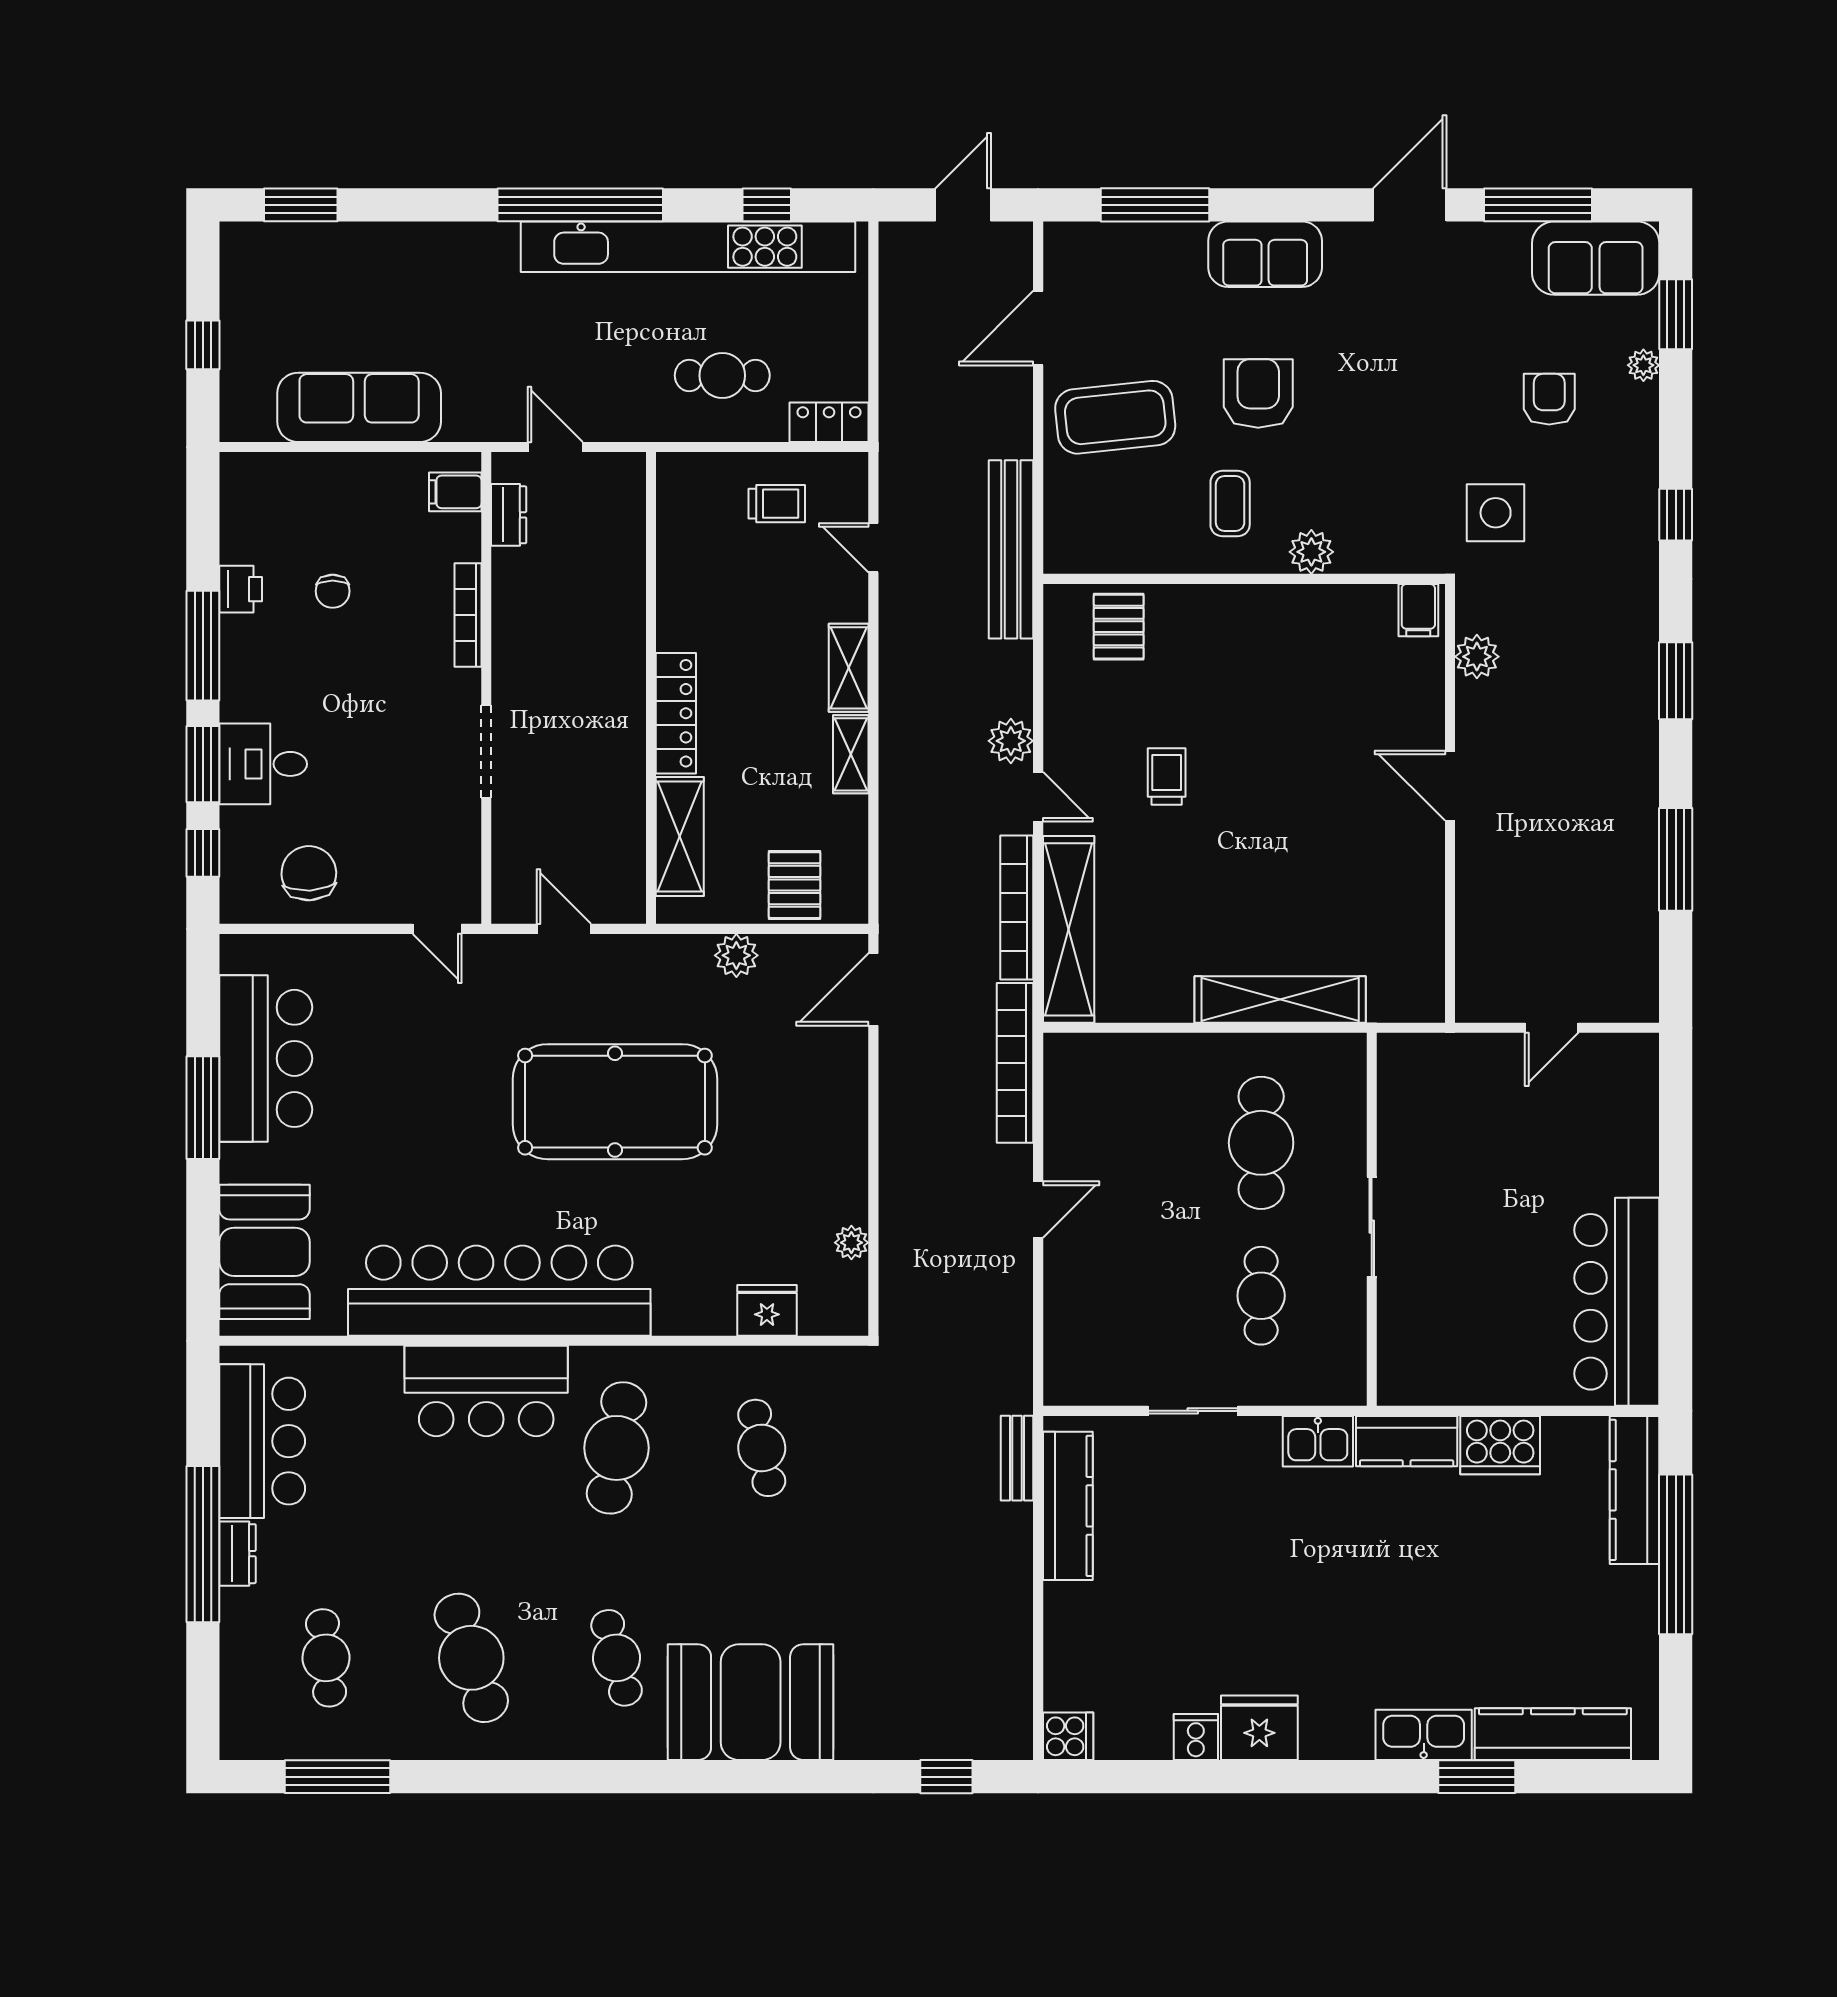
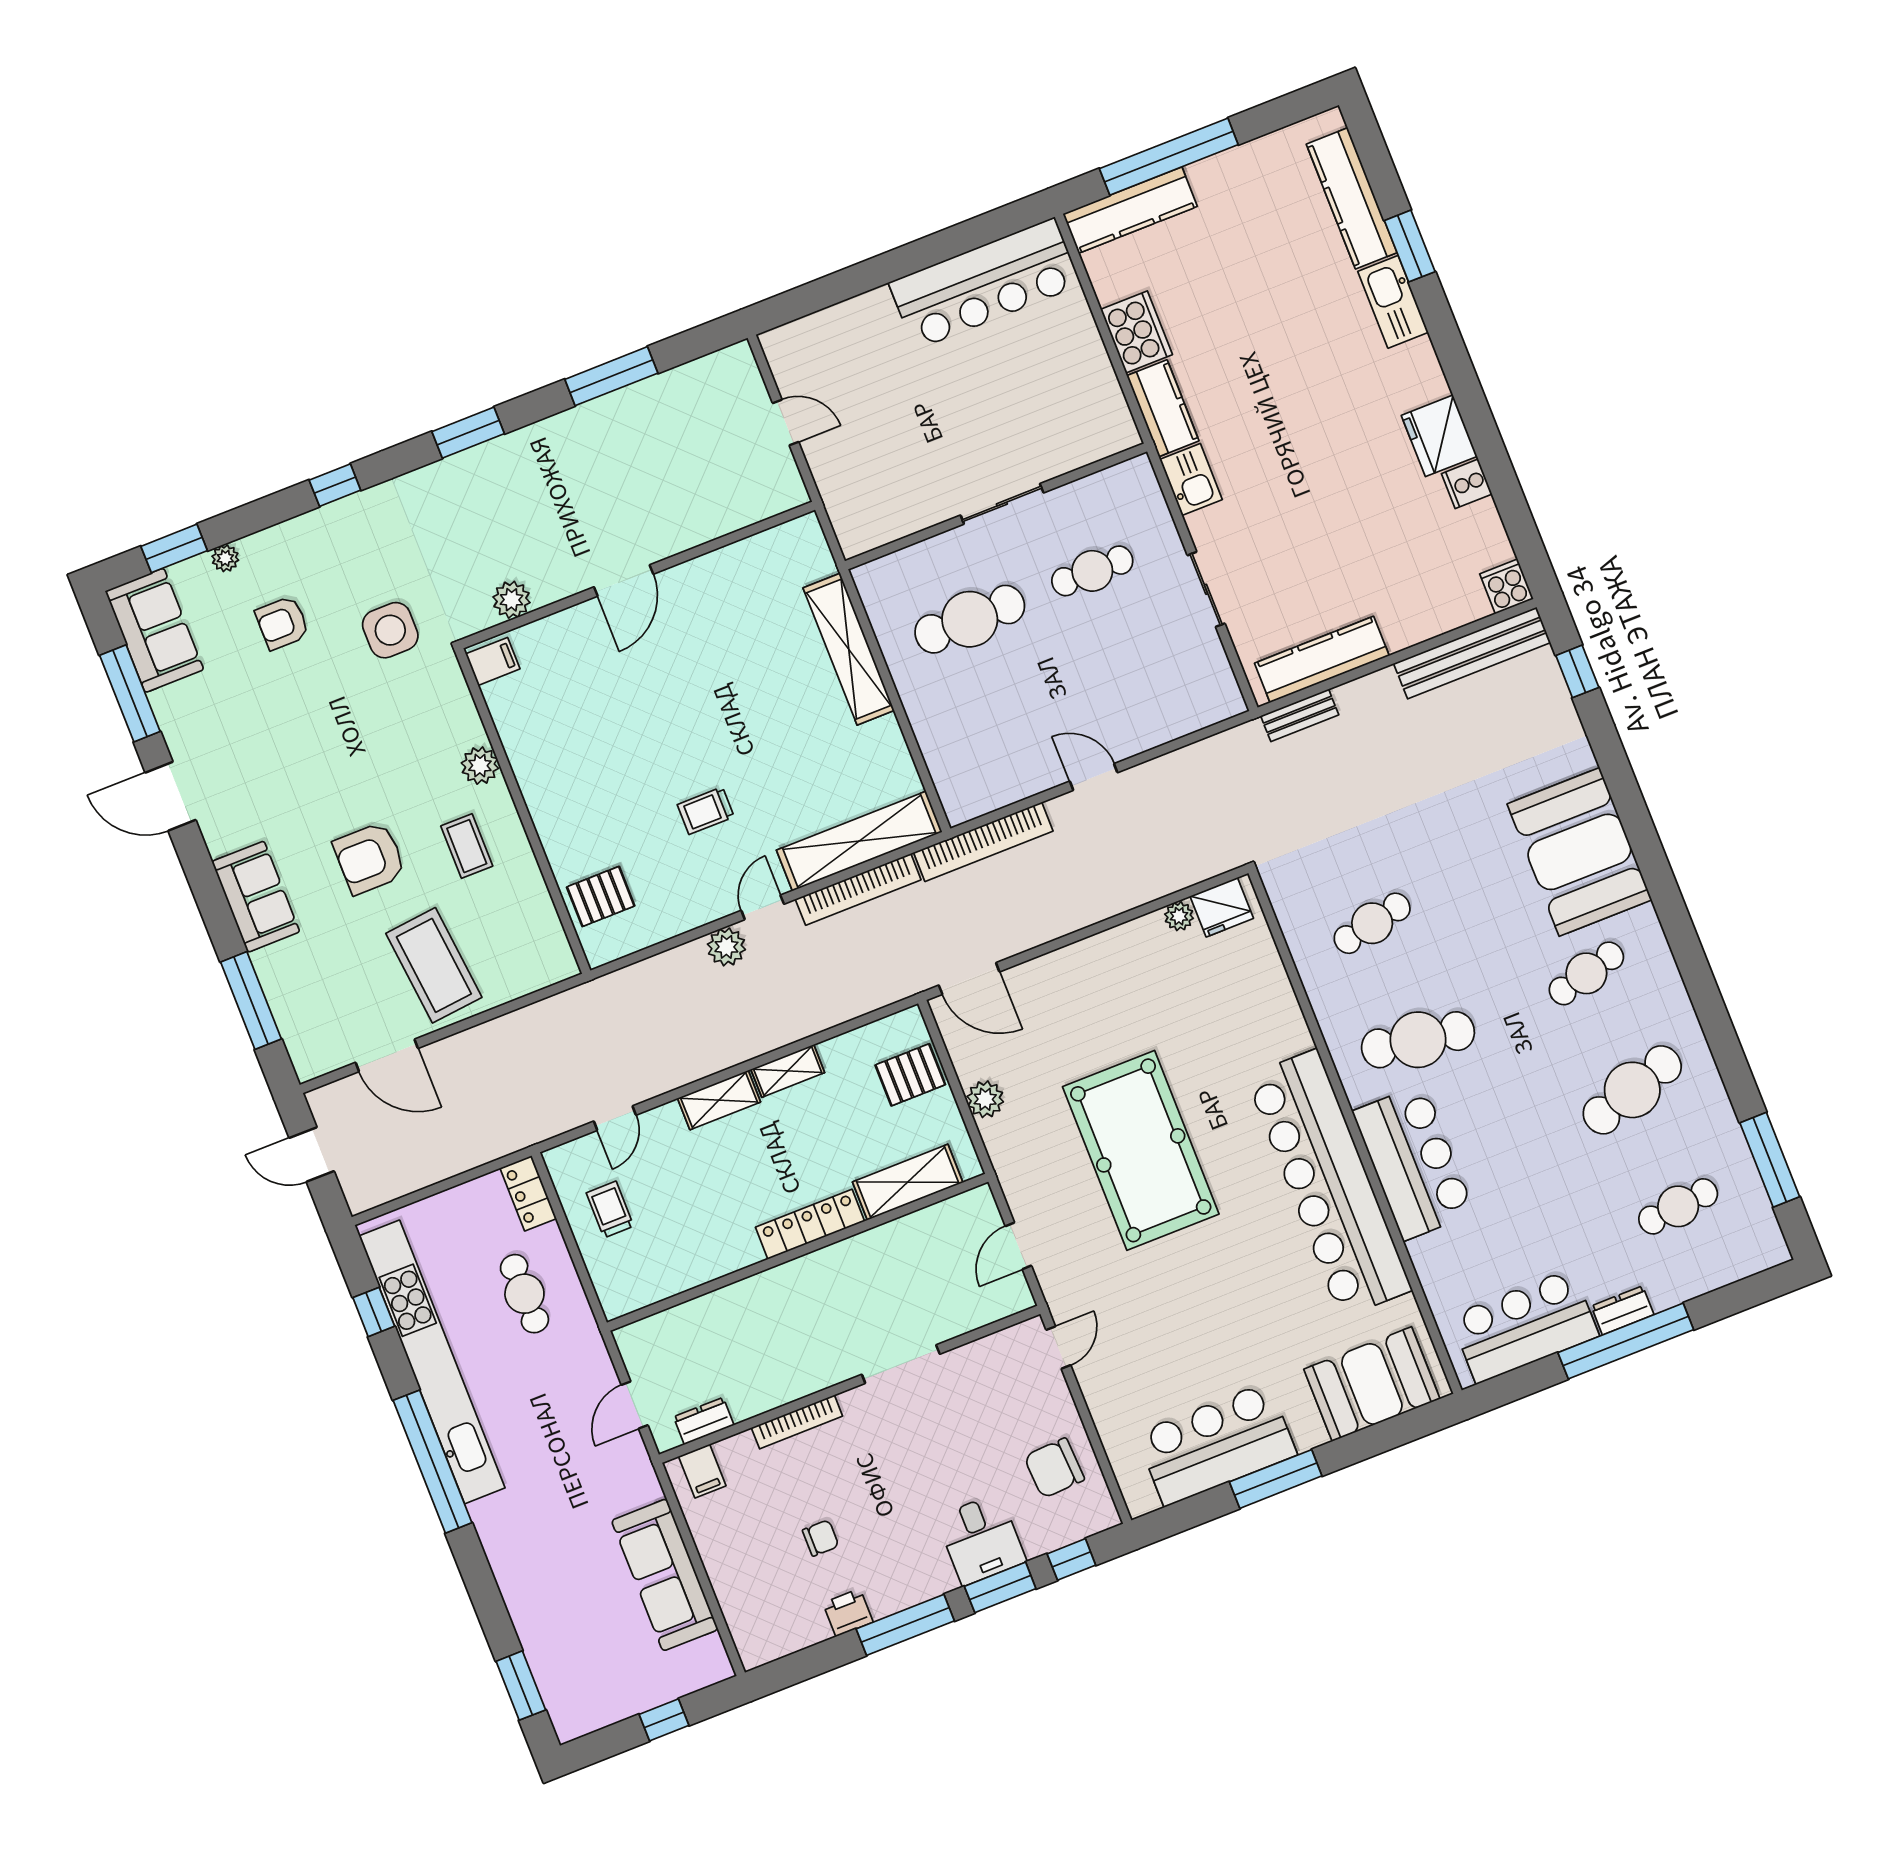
coffee table: (1230, 503) -> (467, 846), turned 90
bench: (1011, 549) -> (1472, 653), moved
fridge: (767, 1310) -> (1222, 907), moved, turned -90

